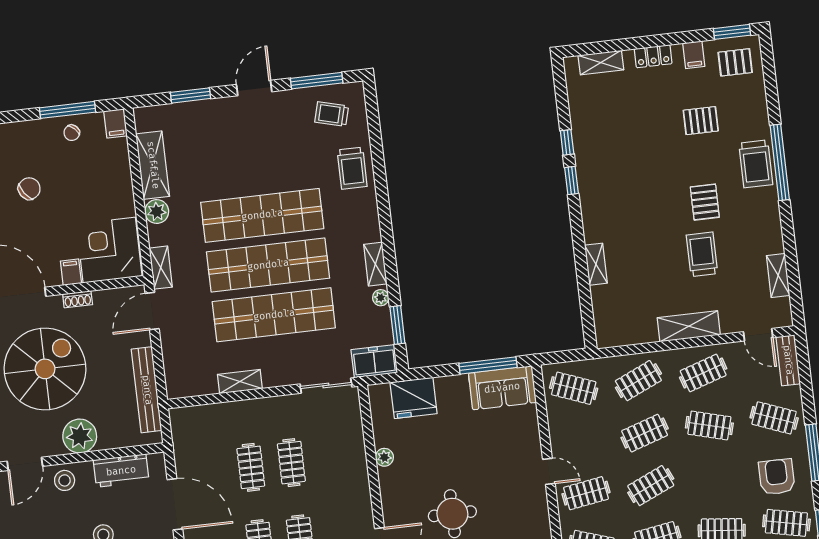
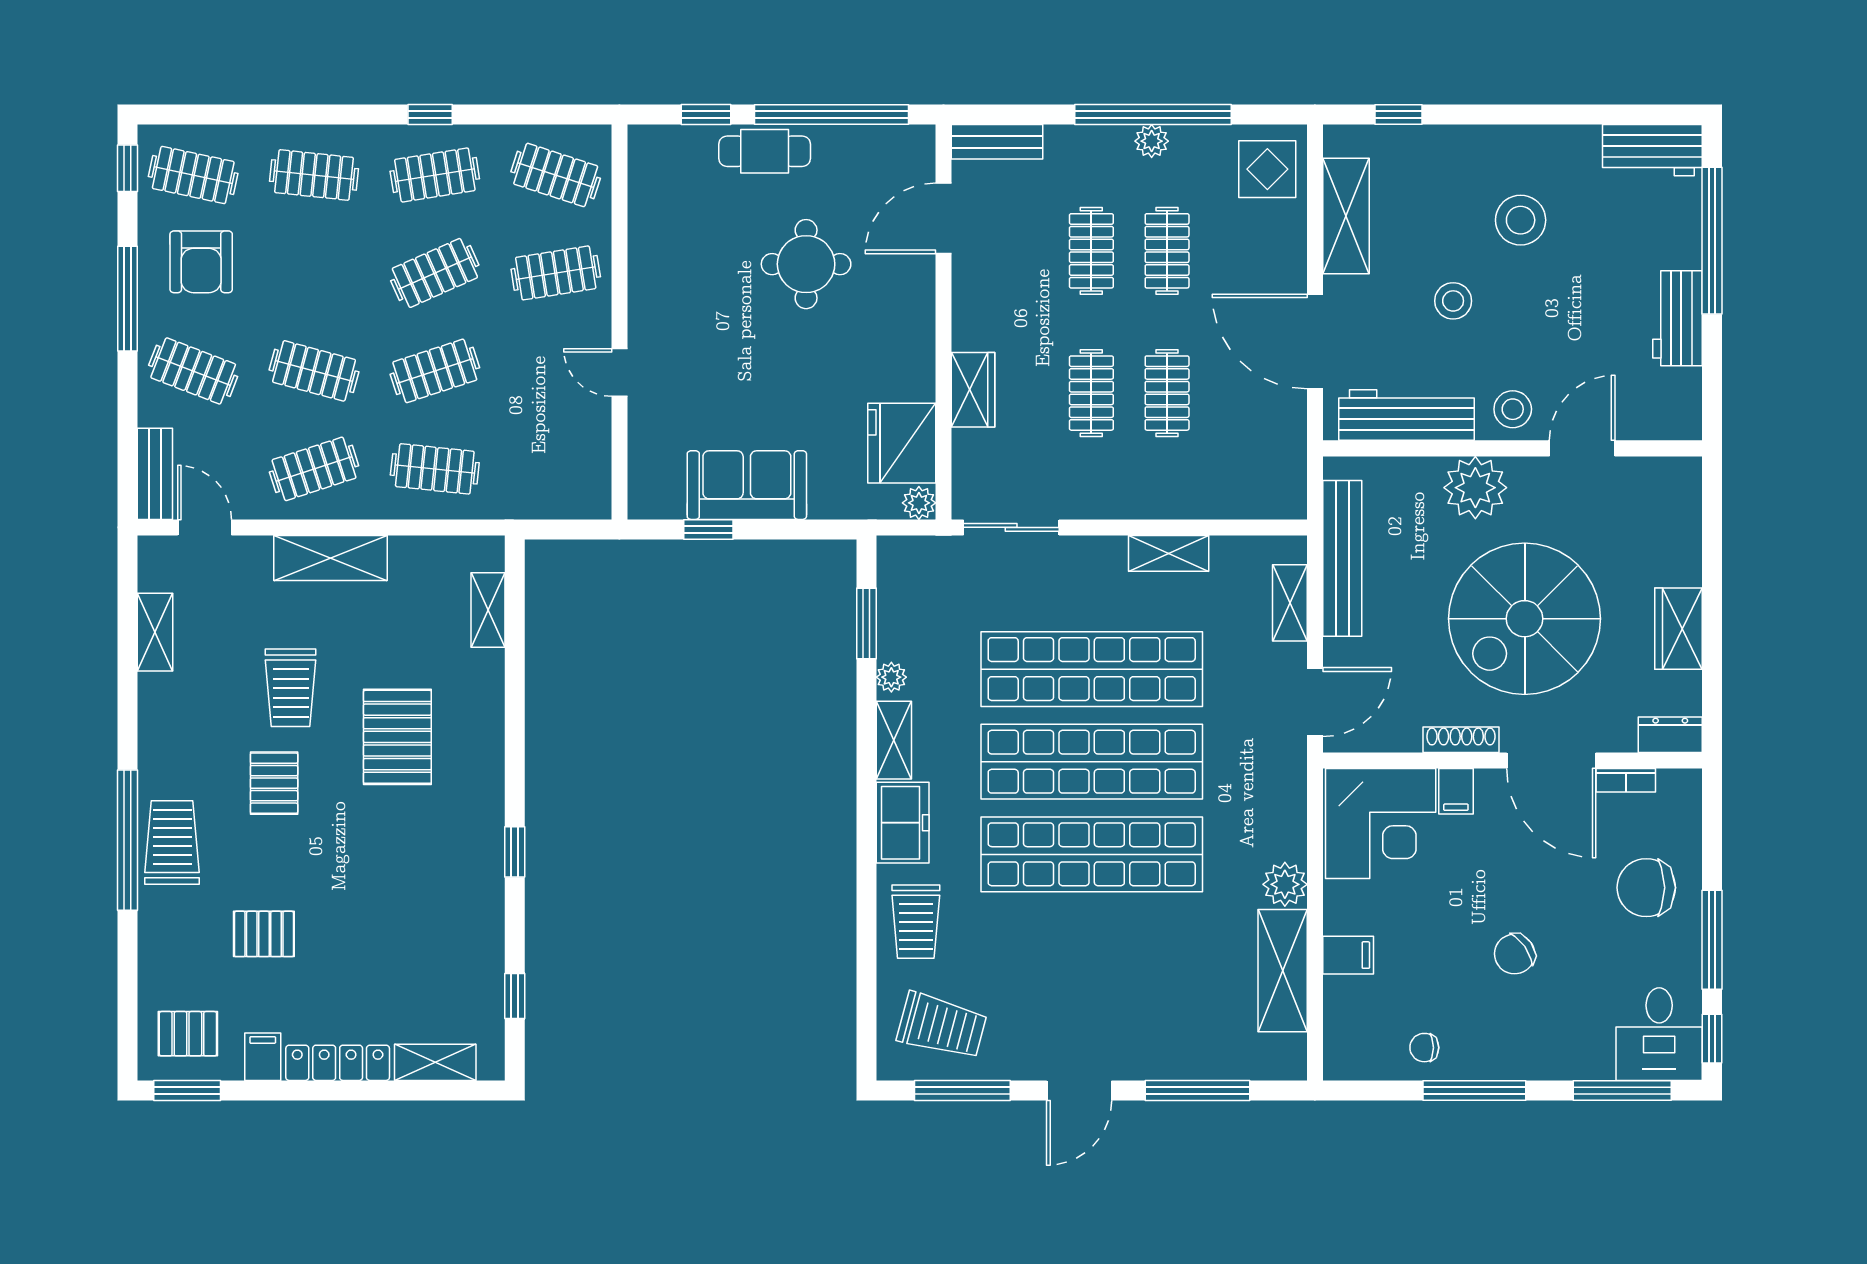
locker: (653, 56) -> (338, 1063), width x1.53
window: (191, 95) -> (1198, 1091), width x1.44
window: (67, 110) -> (1474, 1091), moved
trolley: (332, 114) -> (942, 1026), width x1.36, depth x1.39
filing cabinet: (115, 123) -> (1348, 955), moved, turned 90
chair: (72, 133) -> (1424, 1048), turned -134
window: (567, 142) -> (515, 996), moved
trolley: (352, 168) -> (916, 922), turned 180
pallet: (642, 235) -> (397, 737), added
shelving: (596, 264) -> (488, 610), moved
shelving: (161, 268) -> (1290, 603), moved
shoe rack: (78, 299) -> (1461, 740), width x1.43
freezer: (374, 361) -> (903, 823), moved, turned -90
window: (488, 365) -> (708, 529), width x0.46
clothes rail: (638, 381) -> (435, 469), turned 30
sofa: (502, 388) -> (747, 485), moved
clothes rail: (574, 388) -> (556, 469), removed
fridge: (414, 398) -> (902, 443), moved, turned -90
wardrobe: (355, 457) -> (973, 390), added
plant: (384, 457) -> (919, 503), moved
workbench: (121, 471) -> (1406, 415), width x1.38
door: (549, 471) -> (619, 373), moved

